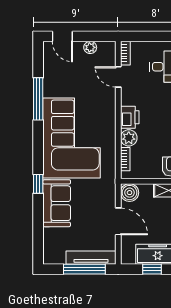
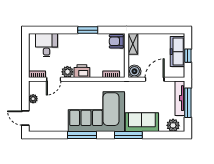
door: (62, 36) -> (25, 118), swing flipped
window: (38, 99) -> (82, 135), moved
plant: (129, 138) -> (67, 72), moved
window: (38, 184) -> (128, 135), width x2.17
plant: (52, 248) -> (173, 125), added

